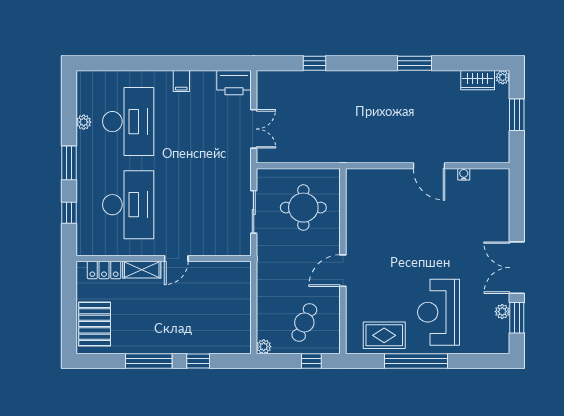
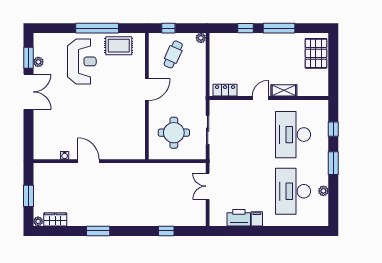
printer: (234, 83) -> (239, 218), moved
locker: (104, 270) -> (225, 90), moved

